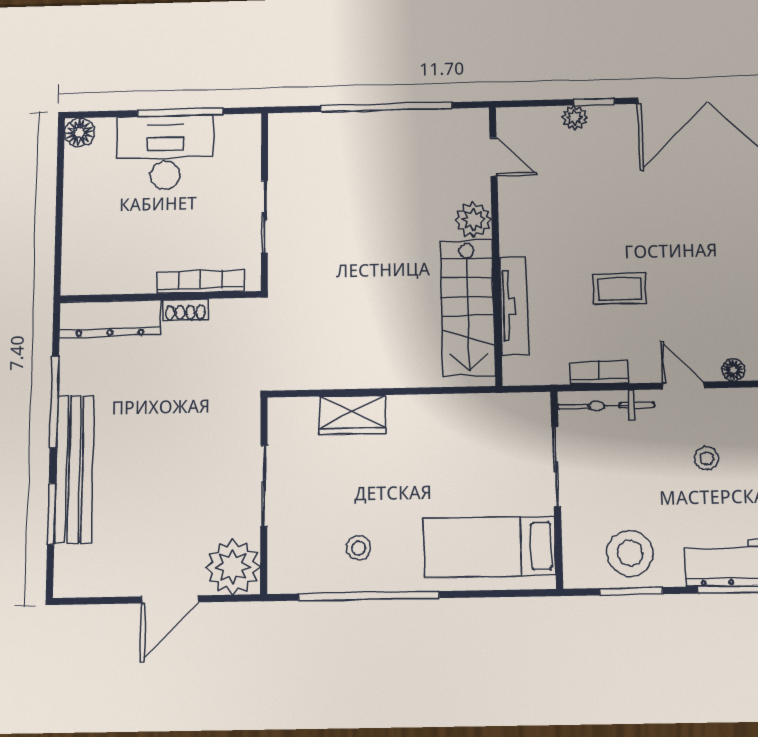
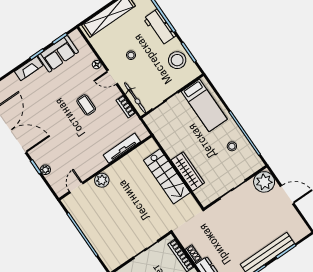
coffee table: (620, 289) -> (86, 105), moved
stairs: (468, 308) -> (167, 176), moved, turned 90
door: (683, 385) -> (112, 77), hinge flipped
wardrobe: (352, 415) -> (188, 171), width x1.50

